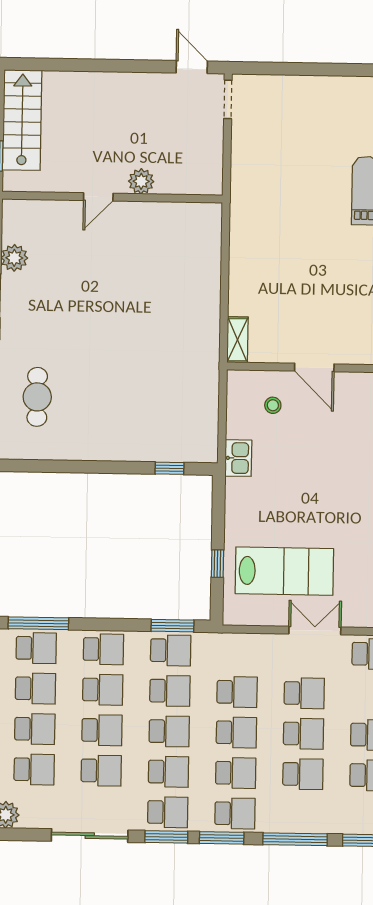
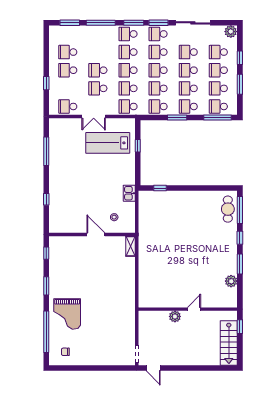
cafe table: (37, 397) -> (228, 209), moved
window: (173, 626) -> (177, 118), moved
school desk: (303, 774) -> (128, 106), moved

